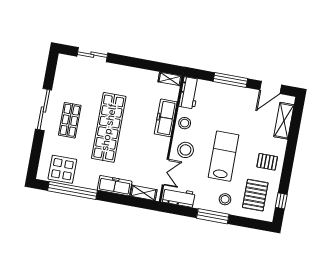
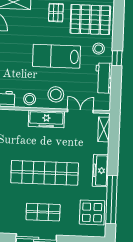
freezer: (166, 118) -> (46, 119), moved
freezer: (115, 186) -> (100, 171), moved
pallet: (255, 195) -> (90, 20), width x1.37, depth x1.41
workbench: (179, 197) -> (104, 78), moved
window: (213, 216) -> (117, 58), width x0.46

